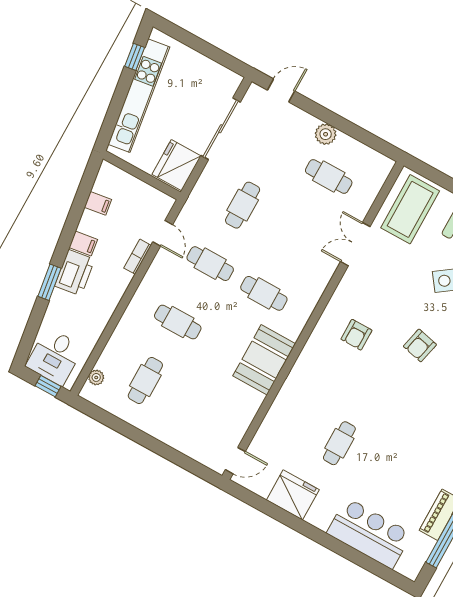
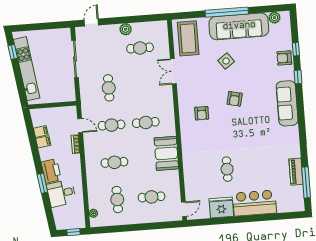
fridge: (177, 165) -> (66, 90), removed
filing cabinet: (83, 244) -> (43, 142), moved
desk: (55, 356) -> (61, 193), moved, turned 82
cafe table: (199, 410) -> (152, 197), added
bar counter: (369, 533) -> (255, 203), moved

